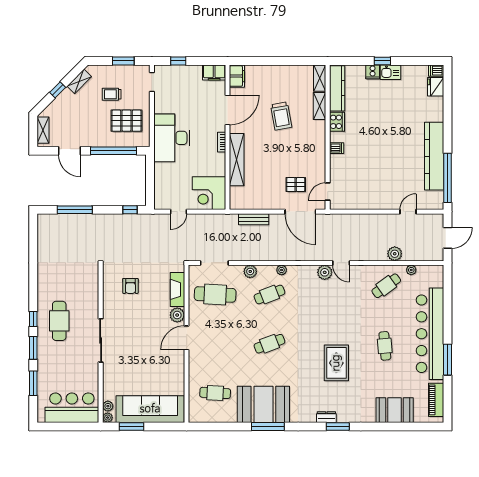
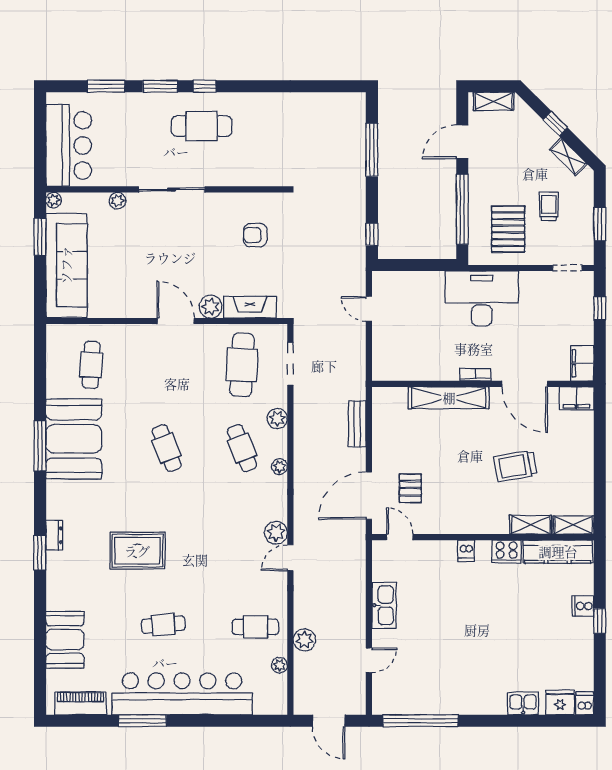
kitchen sink: (391, 72) -> (523, 703), moved, turned 90
kitchen counter: (434, 156) -> (454, 700), removed
corner desk: (209, 193) -> (397, 356), removed
kitchen sink: (372, 202) -> (384, 605), added
door: (408, 212) -> (369, 660), hinge flipped
cafe table: (386, 286) -> (255, 627), turned -54
plant: (108, 406) -> (117, 201), moved

